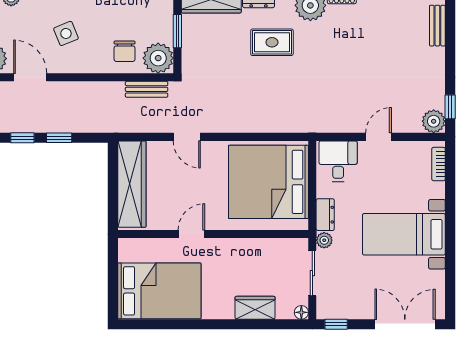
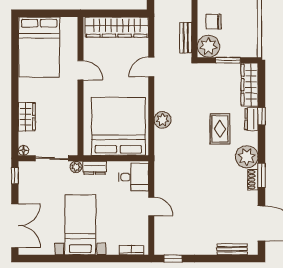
plant: (434, 121) -> (163, 120), moved

